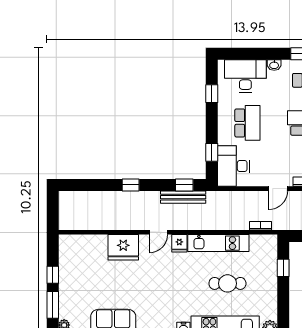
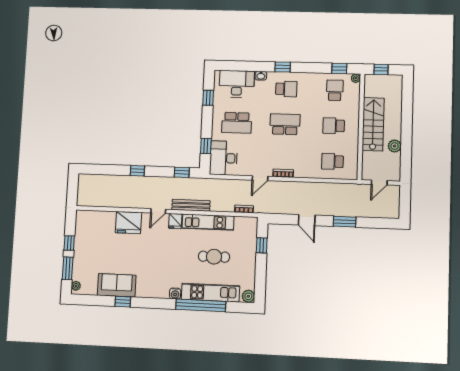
school desk: (247, 123) -> (237, 123), turned 90
bench: (183, 197) -> (191, 205), moved

